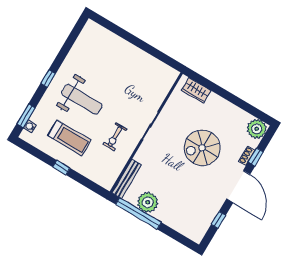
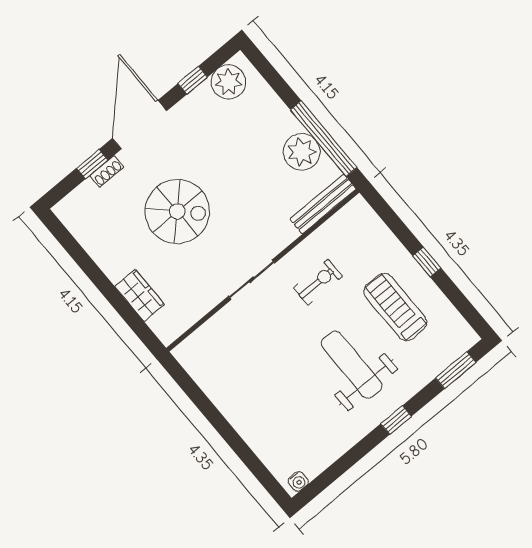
wardrobe: (196, 90) -> (140, 295), moved
water cooler: (30, 126) -> (298, 481), moved
plant: (257, 129) -> (229, 82), moved

